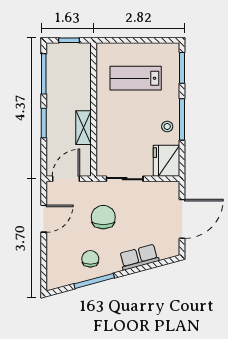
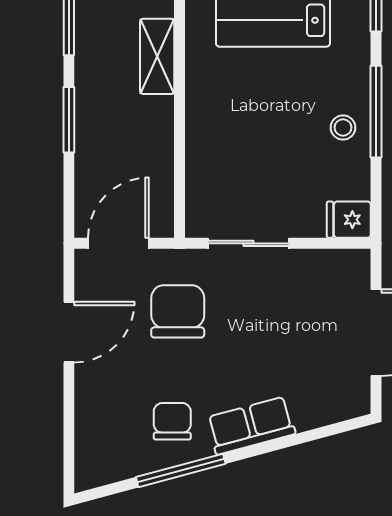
shelving: (84, 128) -> (157, 56), moved
fridge: (166, 161) -> (349, 220), width x0.53, depth x0.75
chair: (103, 217) -> (178, 311), moved
row of seats: (139, 257) -> (251, 426), moved

